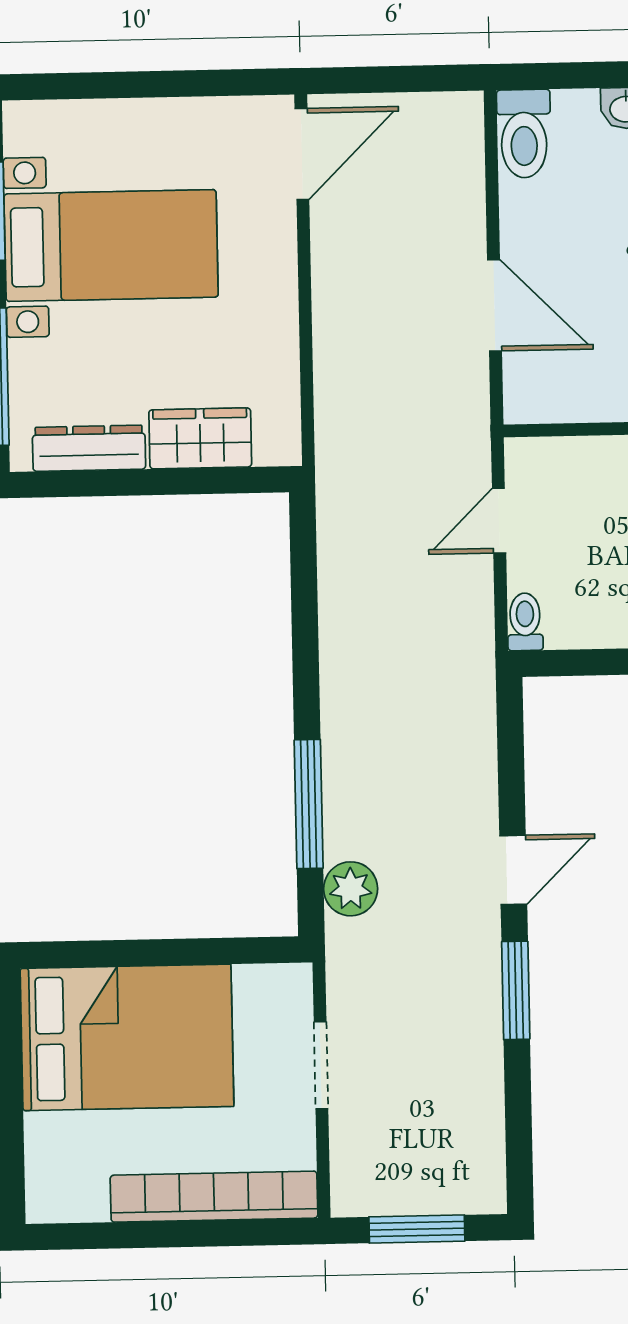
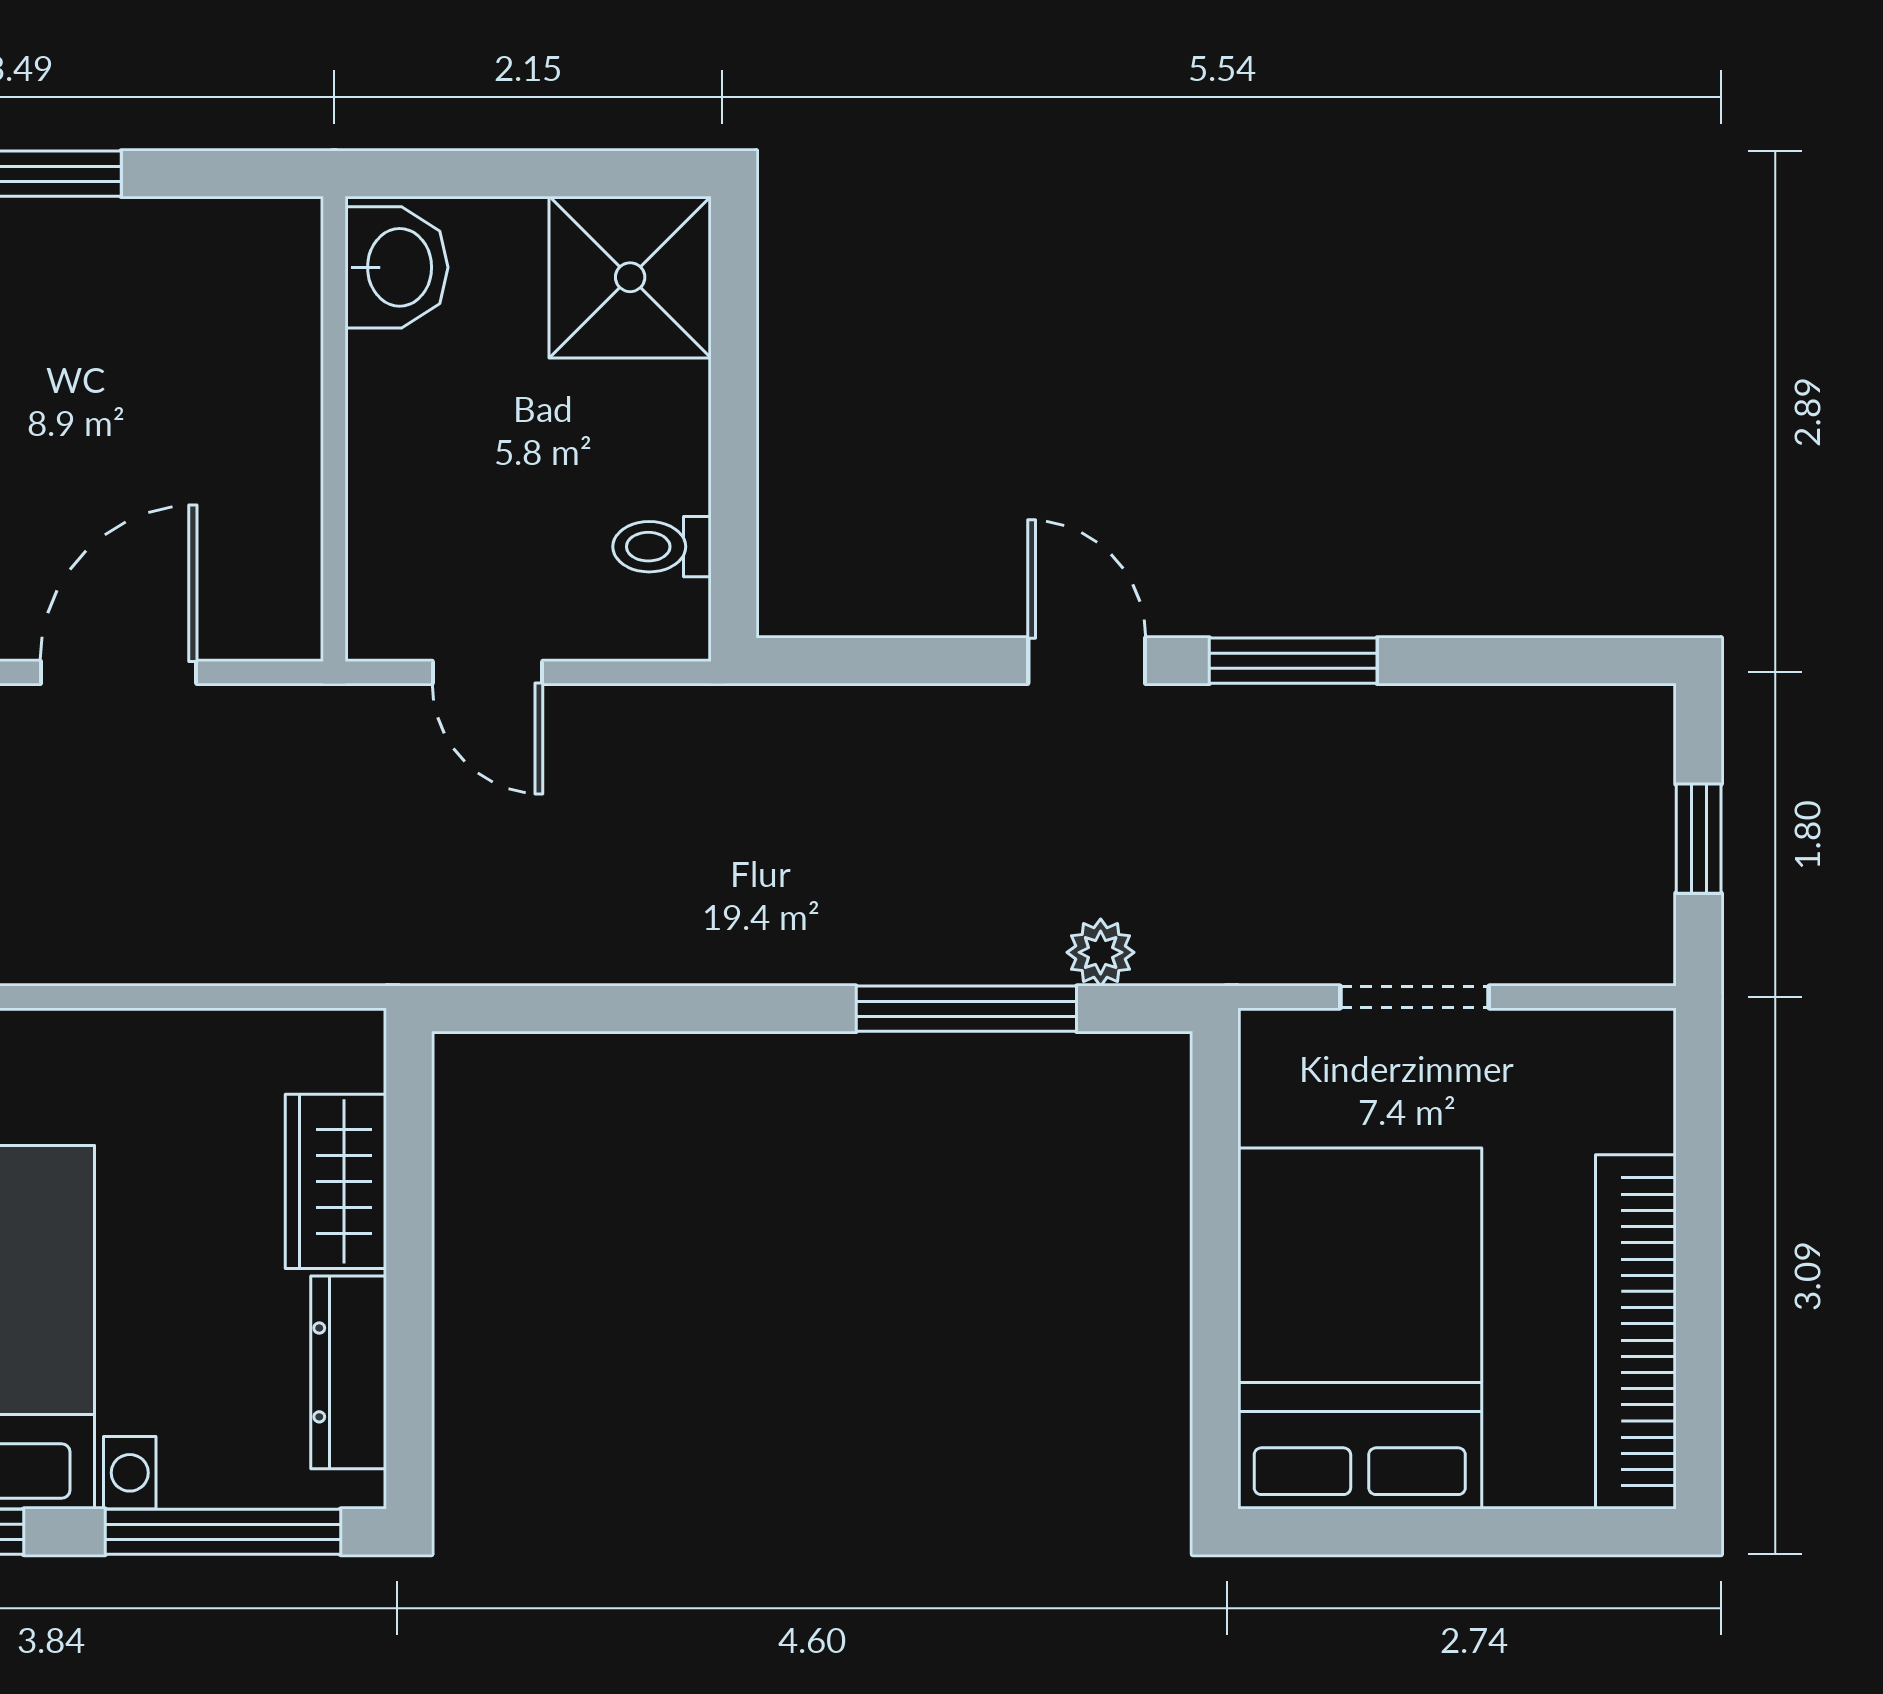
toilet: (525, 622) -> (662, 547), moved
plant: (351, 889) -> (1101, 952), width x0.73, depth x0.73
bookcase: (214, 1197) -> (1636, 1332), moved
window: (417, 1229) -> (1699, 839), width x0.67

